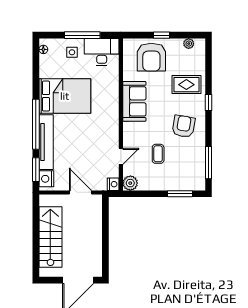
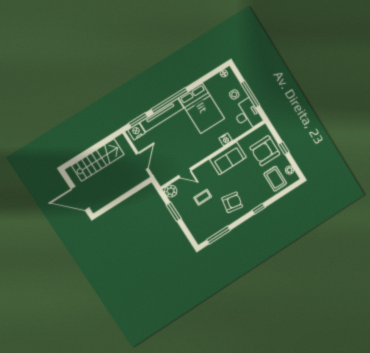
rug: (186, 85) -> (275, 179), moved
nightstand: (113, 184) -> (226, 139), moved
window: (180, 194) -> (174, 212), moved

